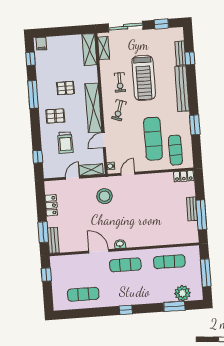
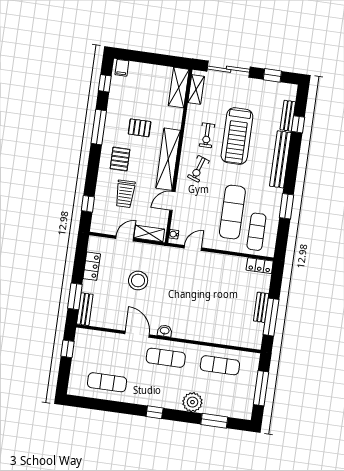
pallet: (55, 116) -> (120, 159), turned 90
stool: (105, 196) -> (138, 281), moved
plant: (182, 293) -> (192, 402), moved

